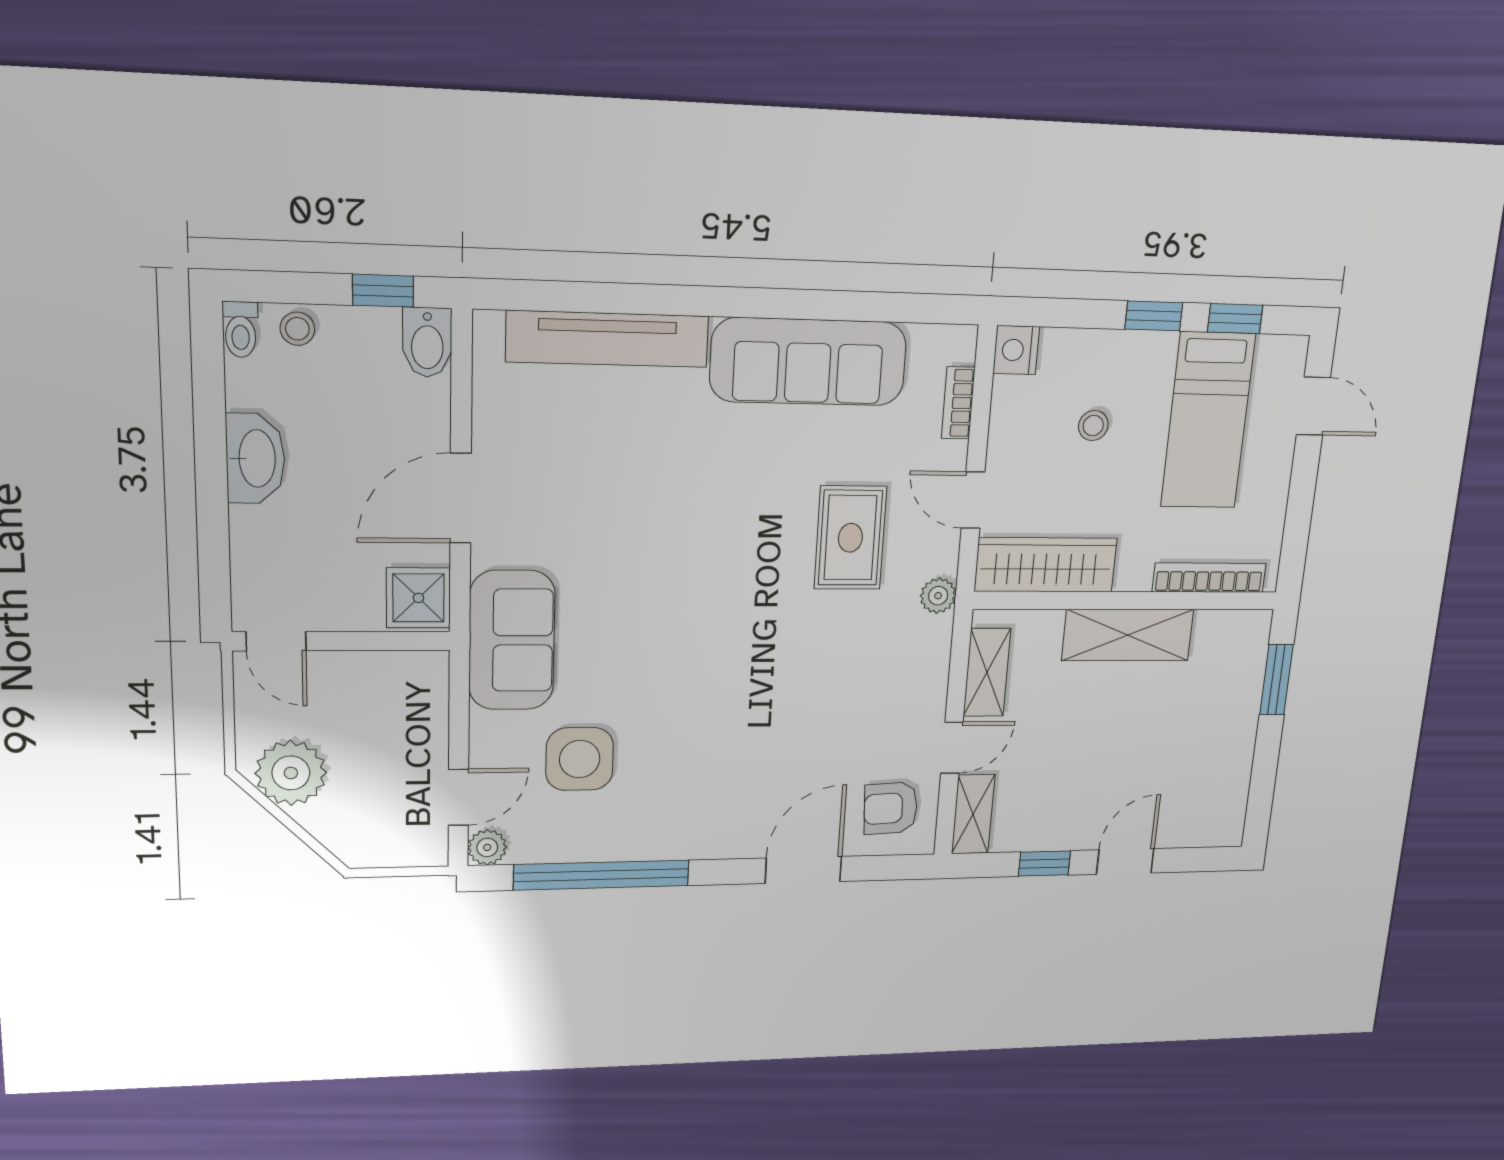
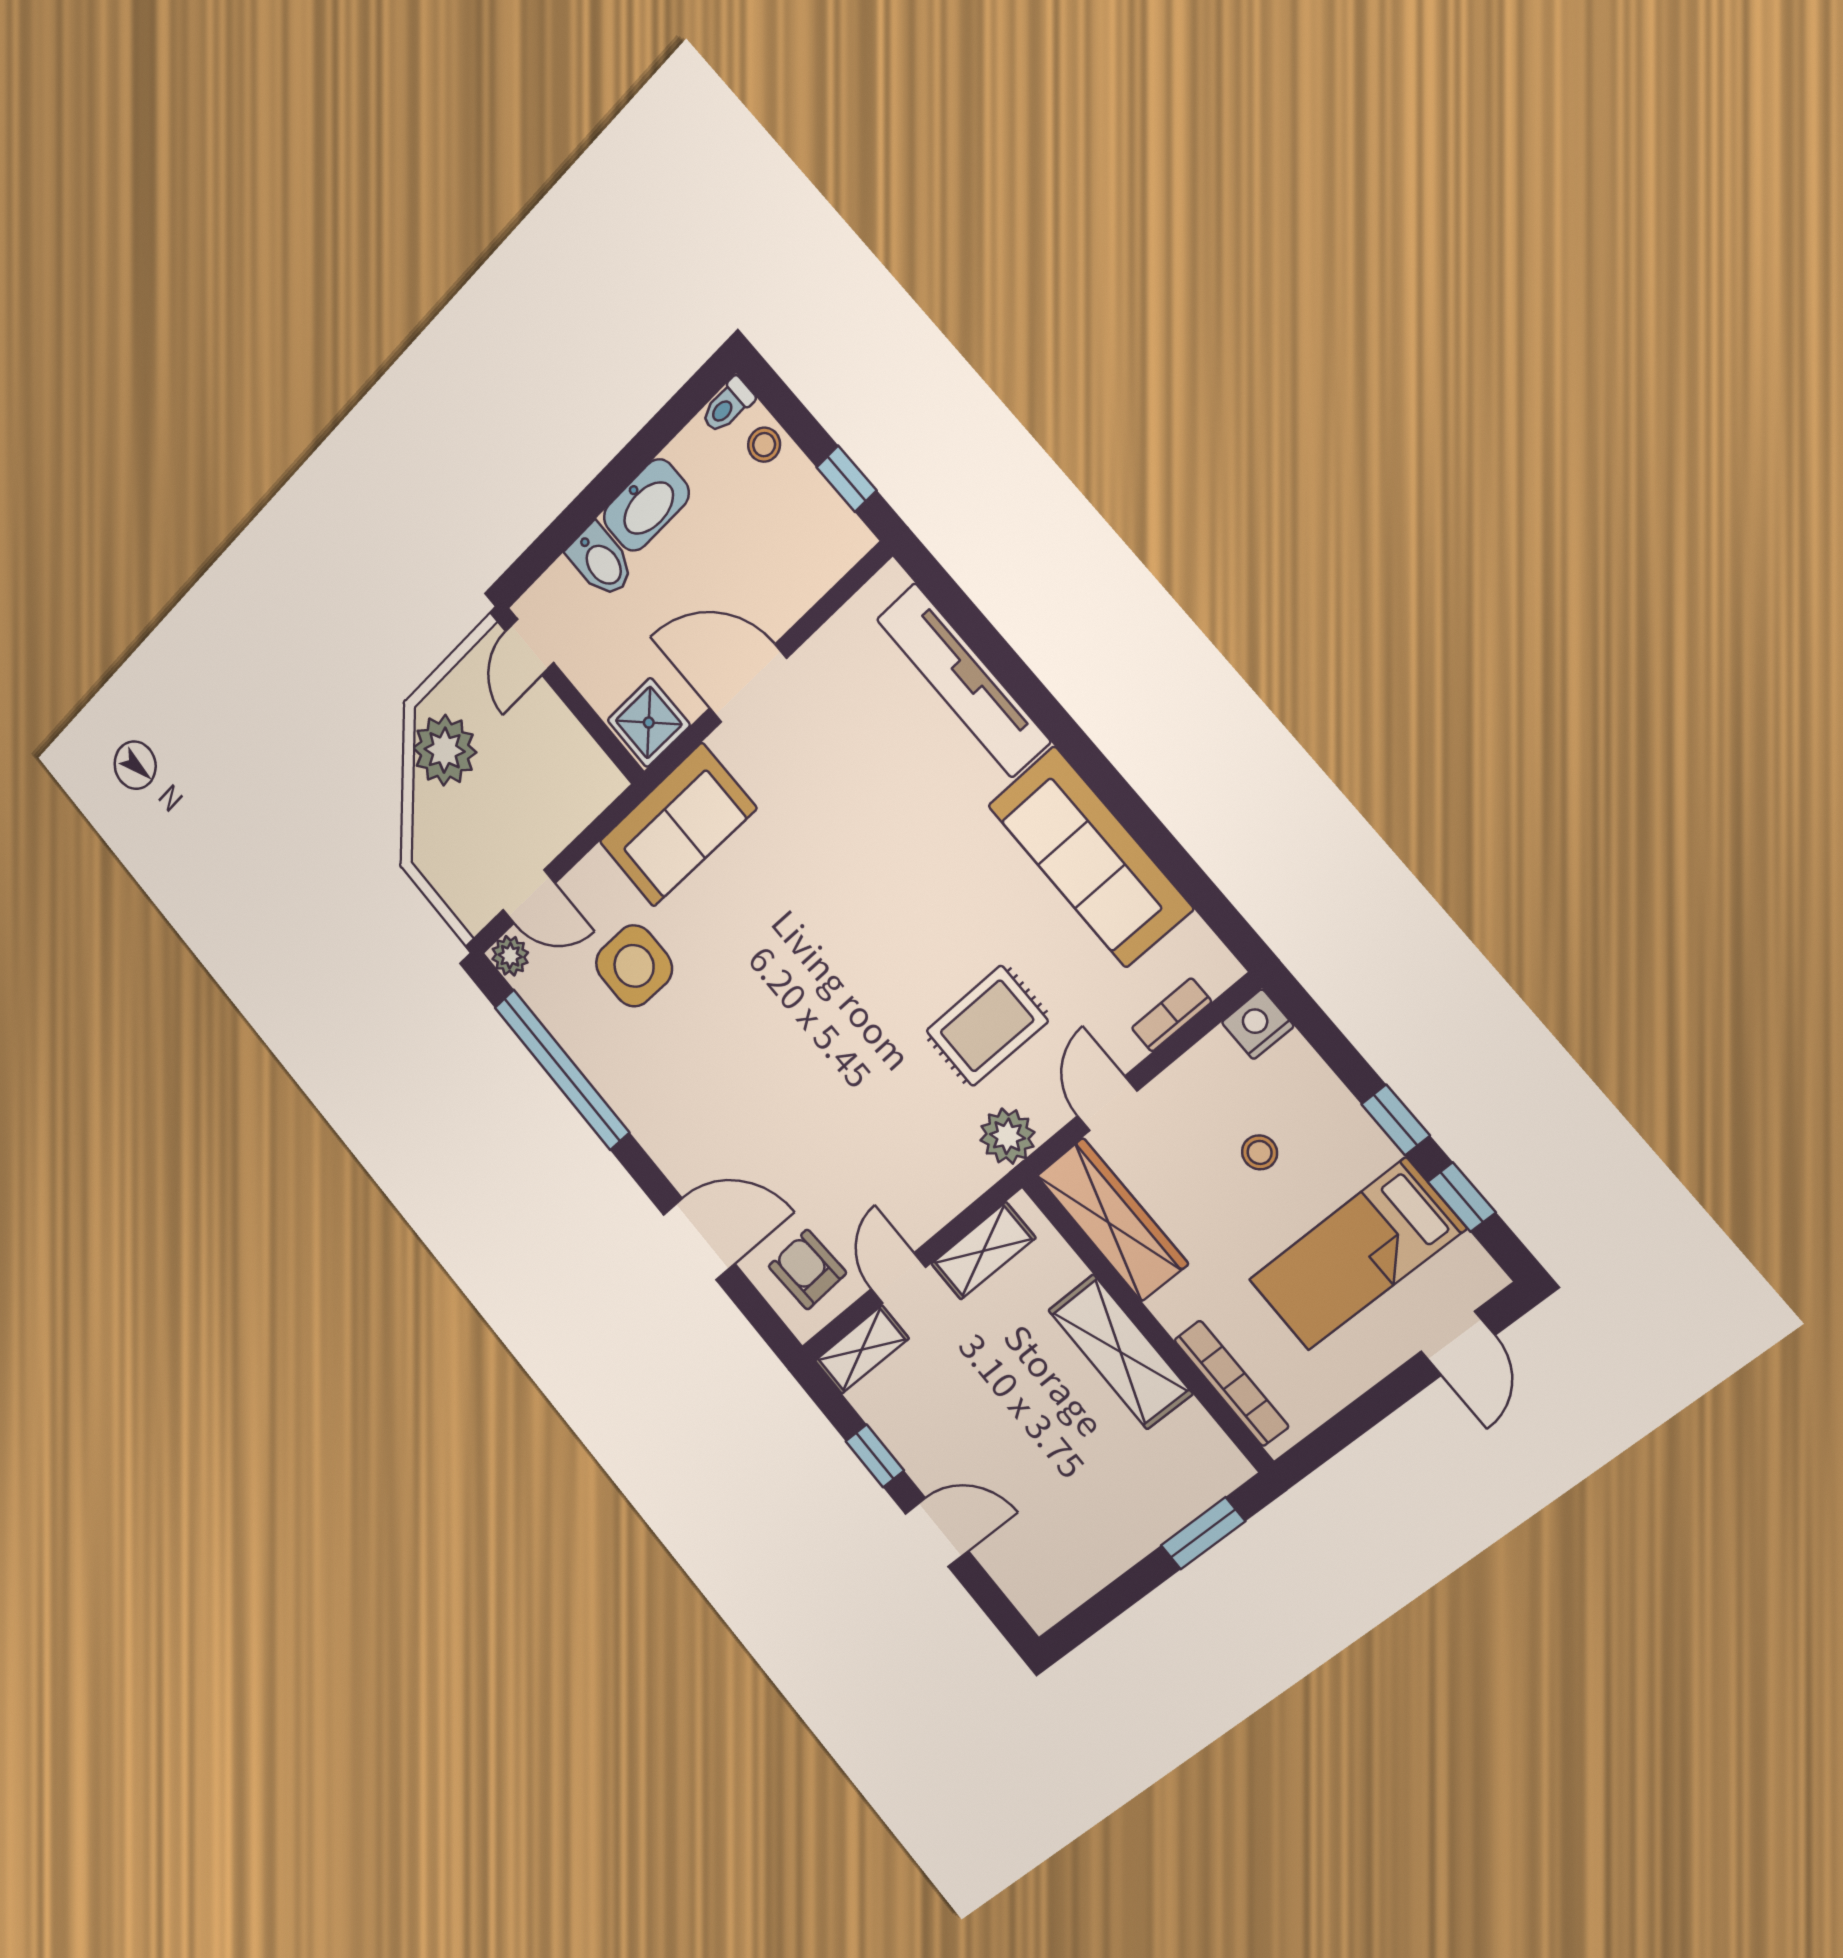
bidet: (427, 342) -> (601, 561), moved, turned -90
plant: (938, 596) -> (1007, 1136), width x1.38, depth x1.38
door: (952, 748) -> (898, 1278), swing flipped

